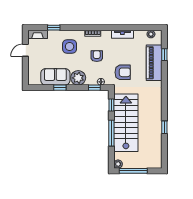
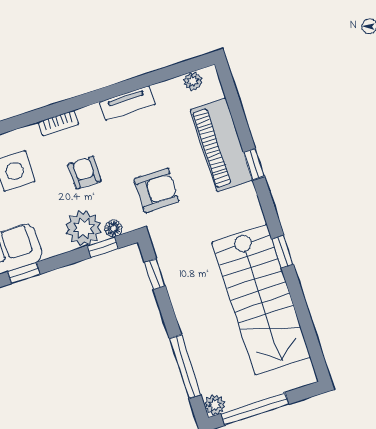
window: (164, 55) -> (254, 164), moved
plant: (78, 78) -> (84, 228), moved
stairs: (126, 123) -> (261, 299), moved, turned 180
window: (164, 127) -> (283, 252), moved
window: (111, 133) -> (185, 367), moved

